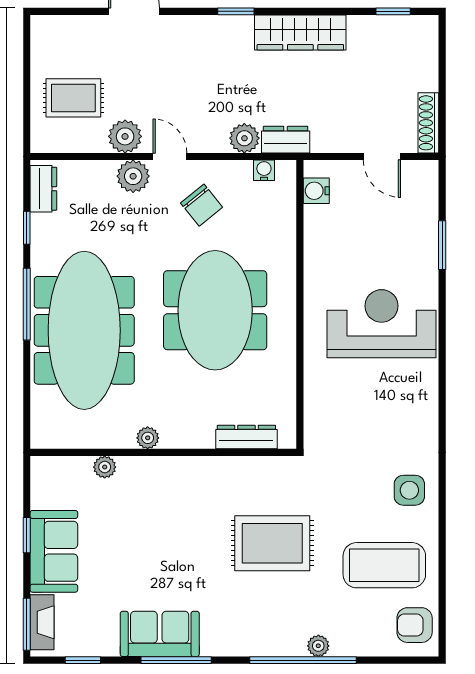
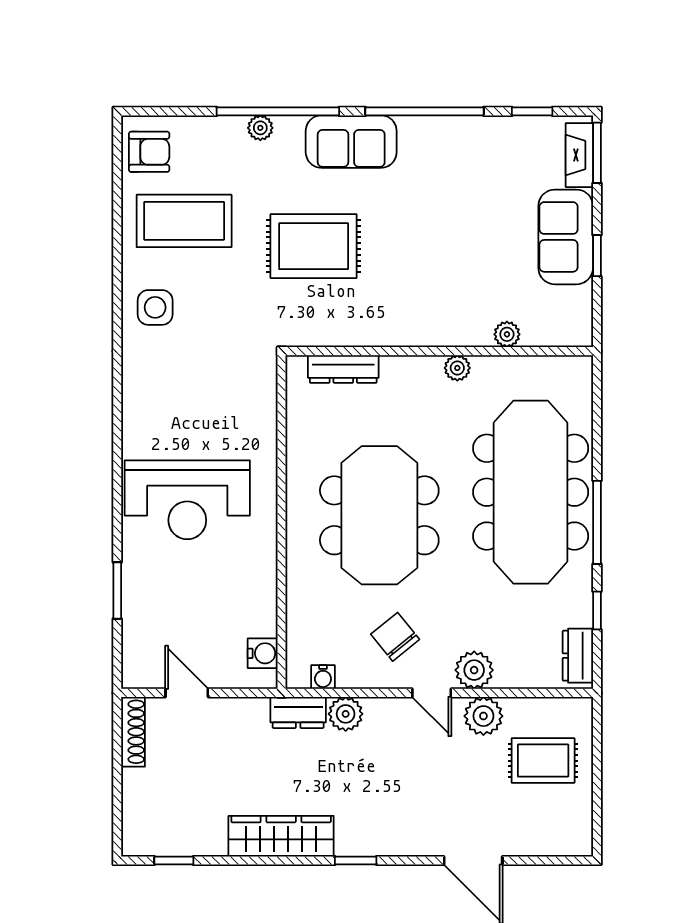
sofa: (160, 634) -> (351, 142), moved
window: (176, 660) -> (425, 111), width x1.46

